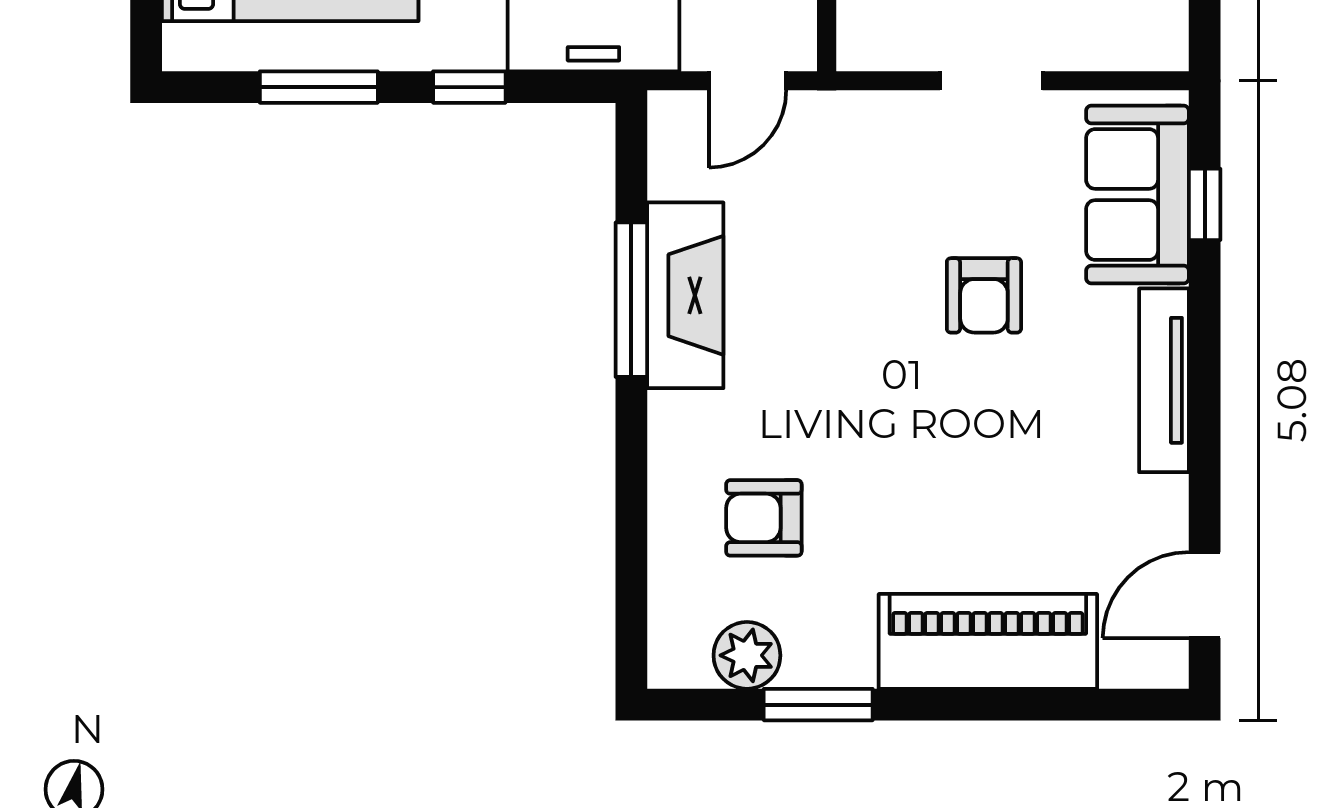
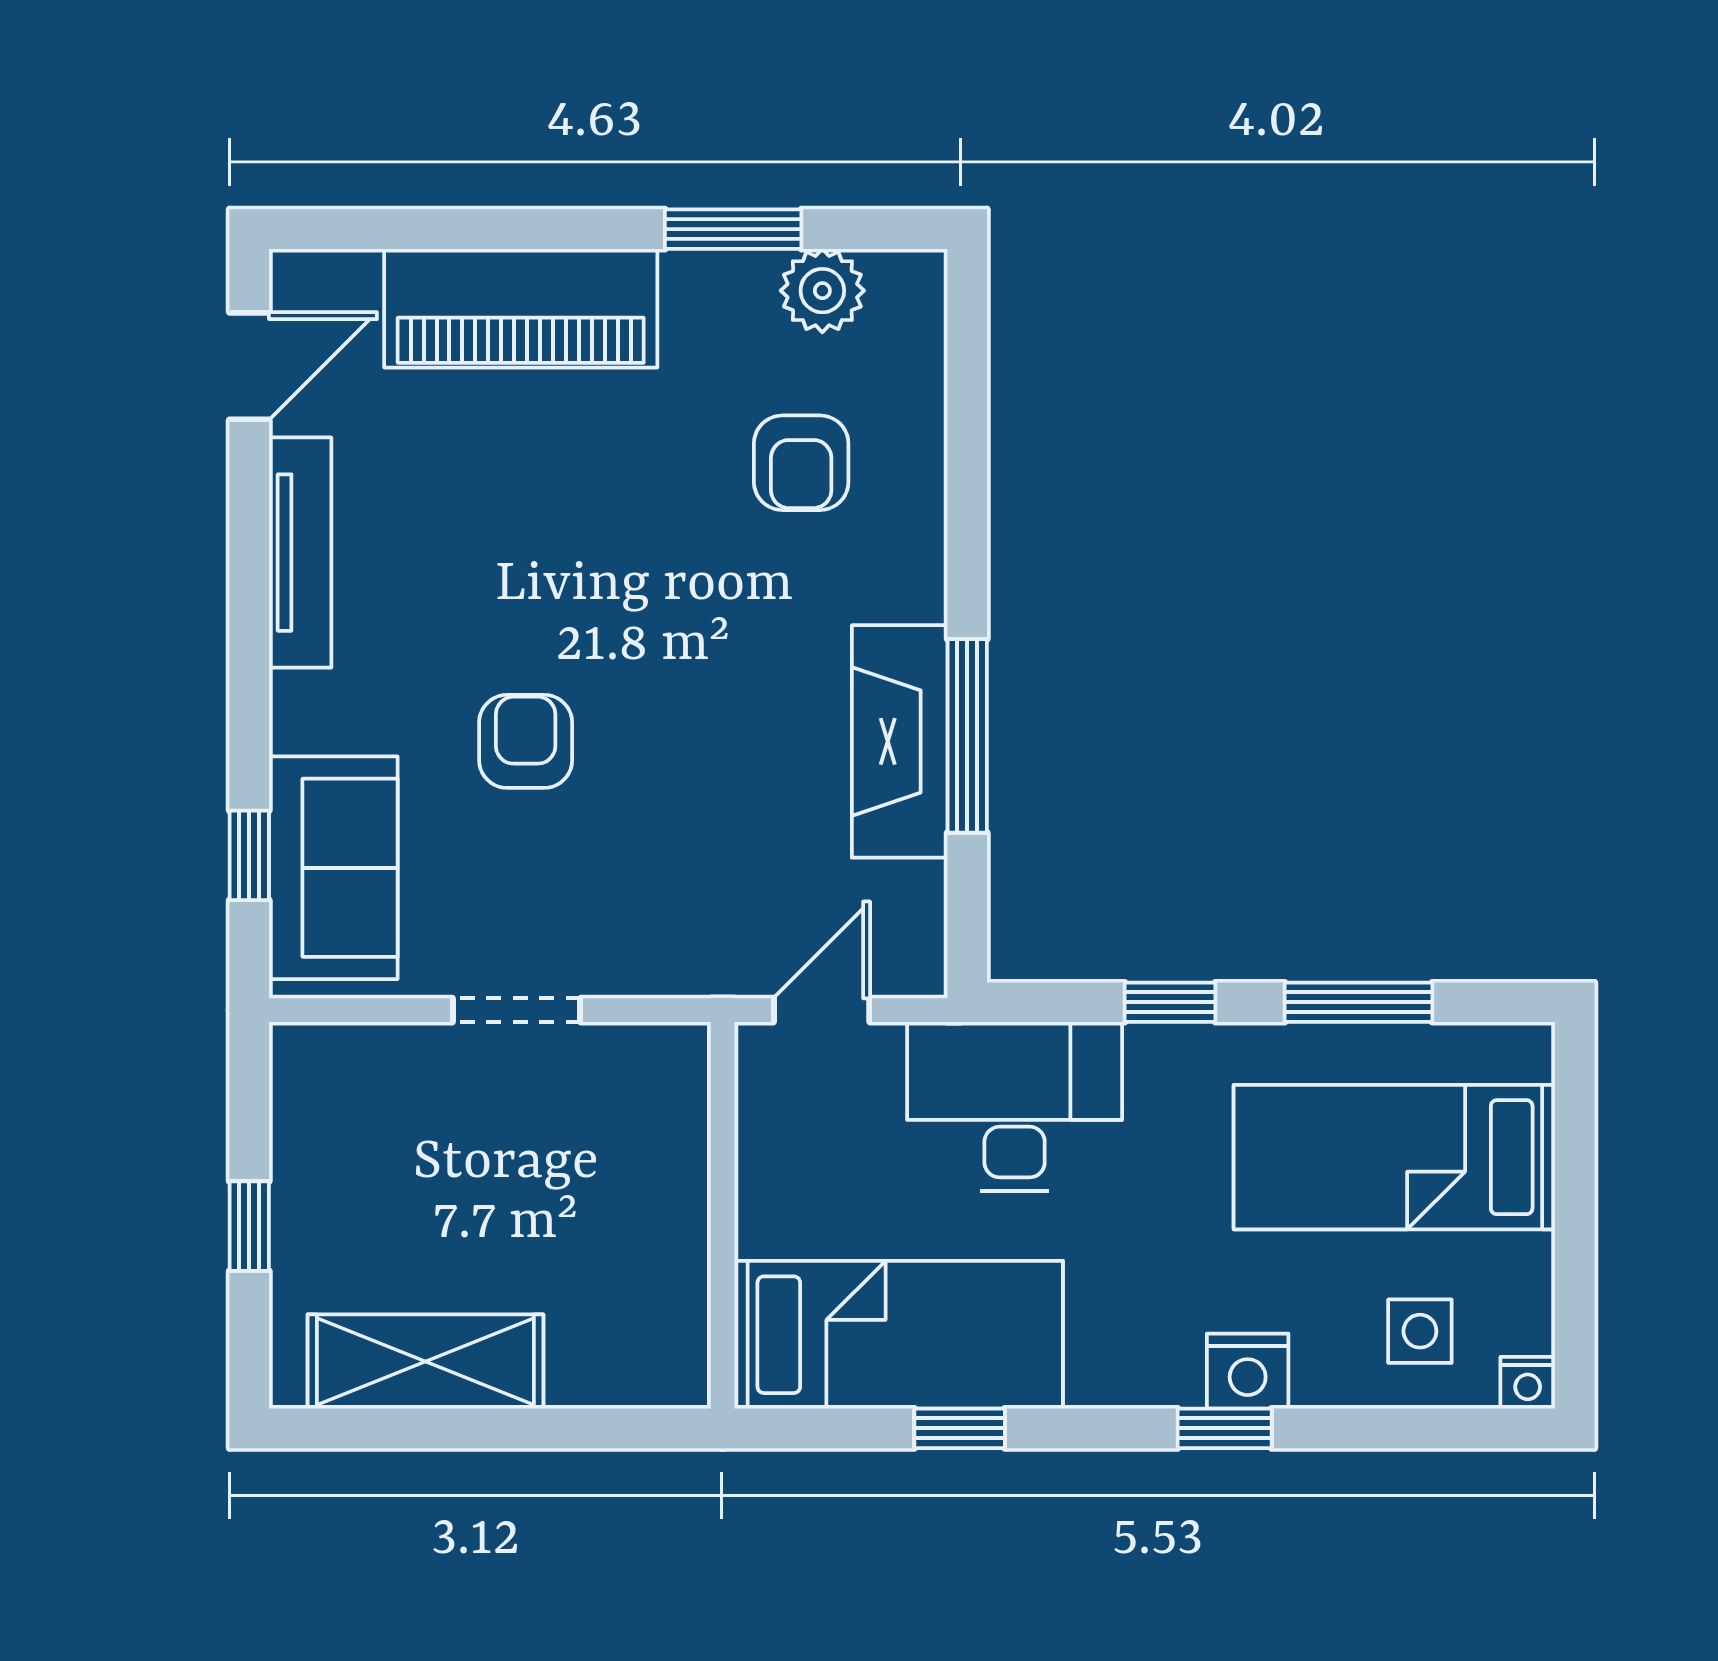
tv unit: (1164, 380) -> (300, 553), moved
armchair: (764, 518) -> (801, 463), turned 90

